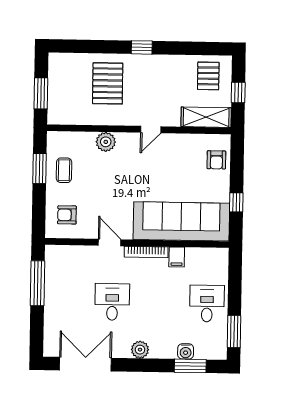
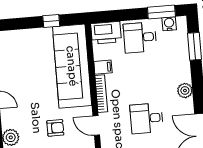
armchair: (216, 160) -> (55, 128), moved
door: (110, 242) -> (96, 126), hinge flipped
printer: (216, 265) -> (106, 33), added
water cooler: (186, 351) -> (169, 24), moved, turned -90

